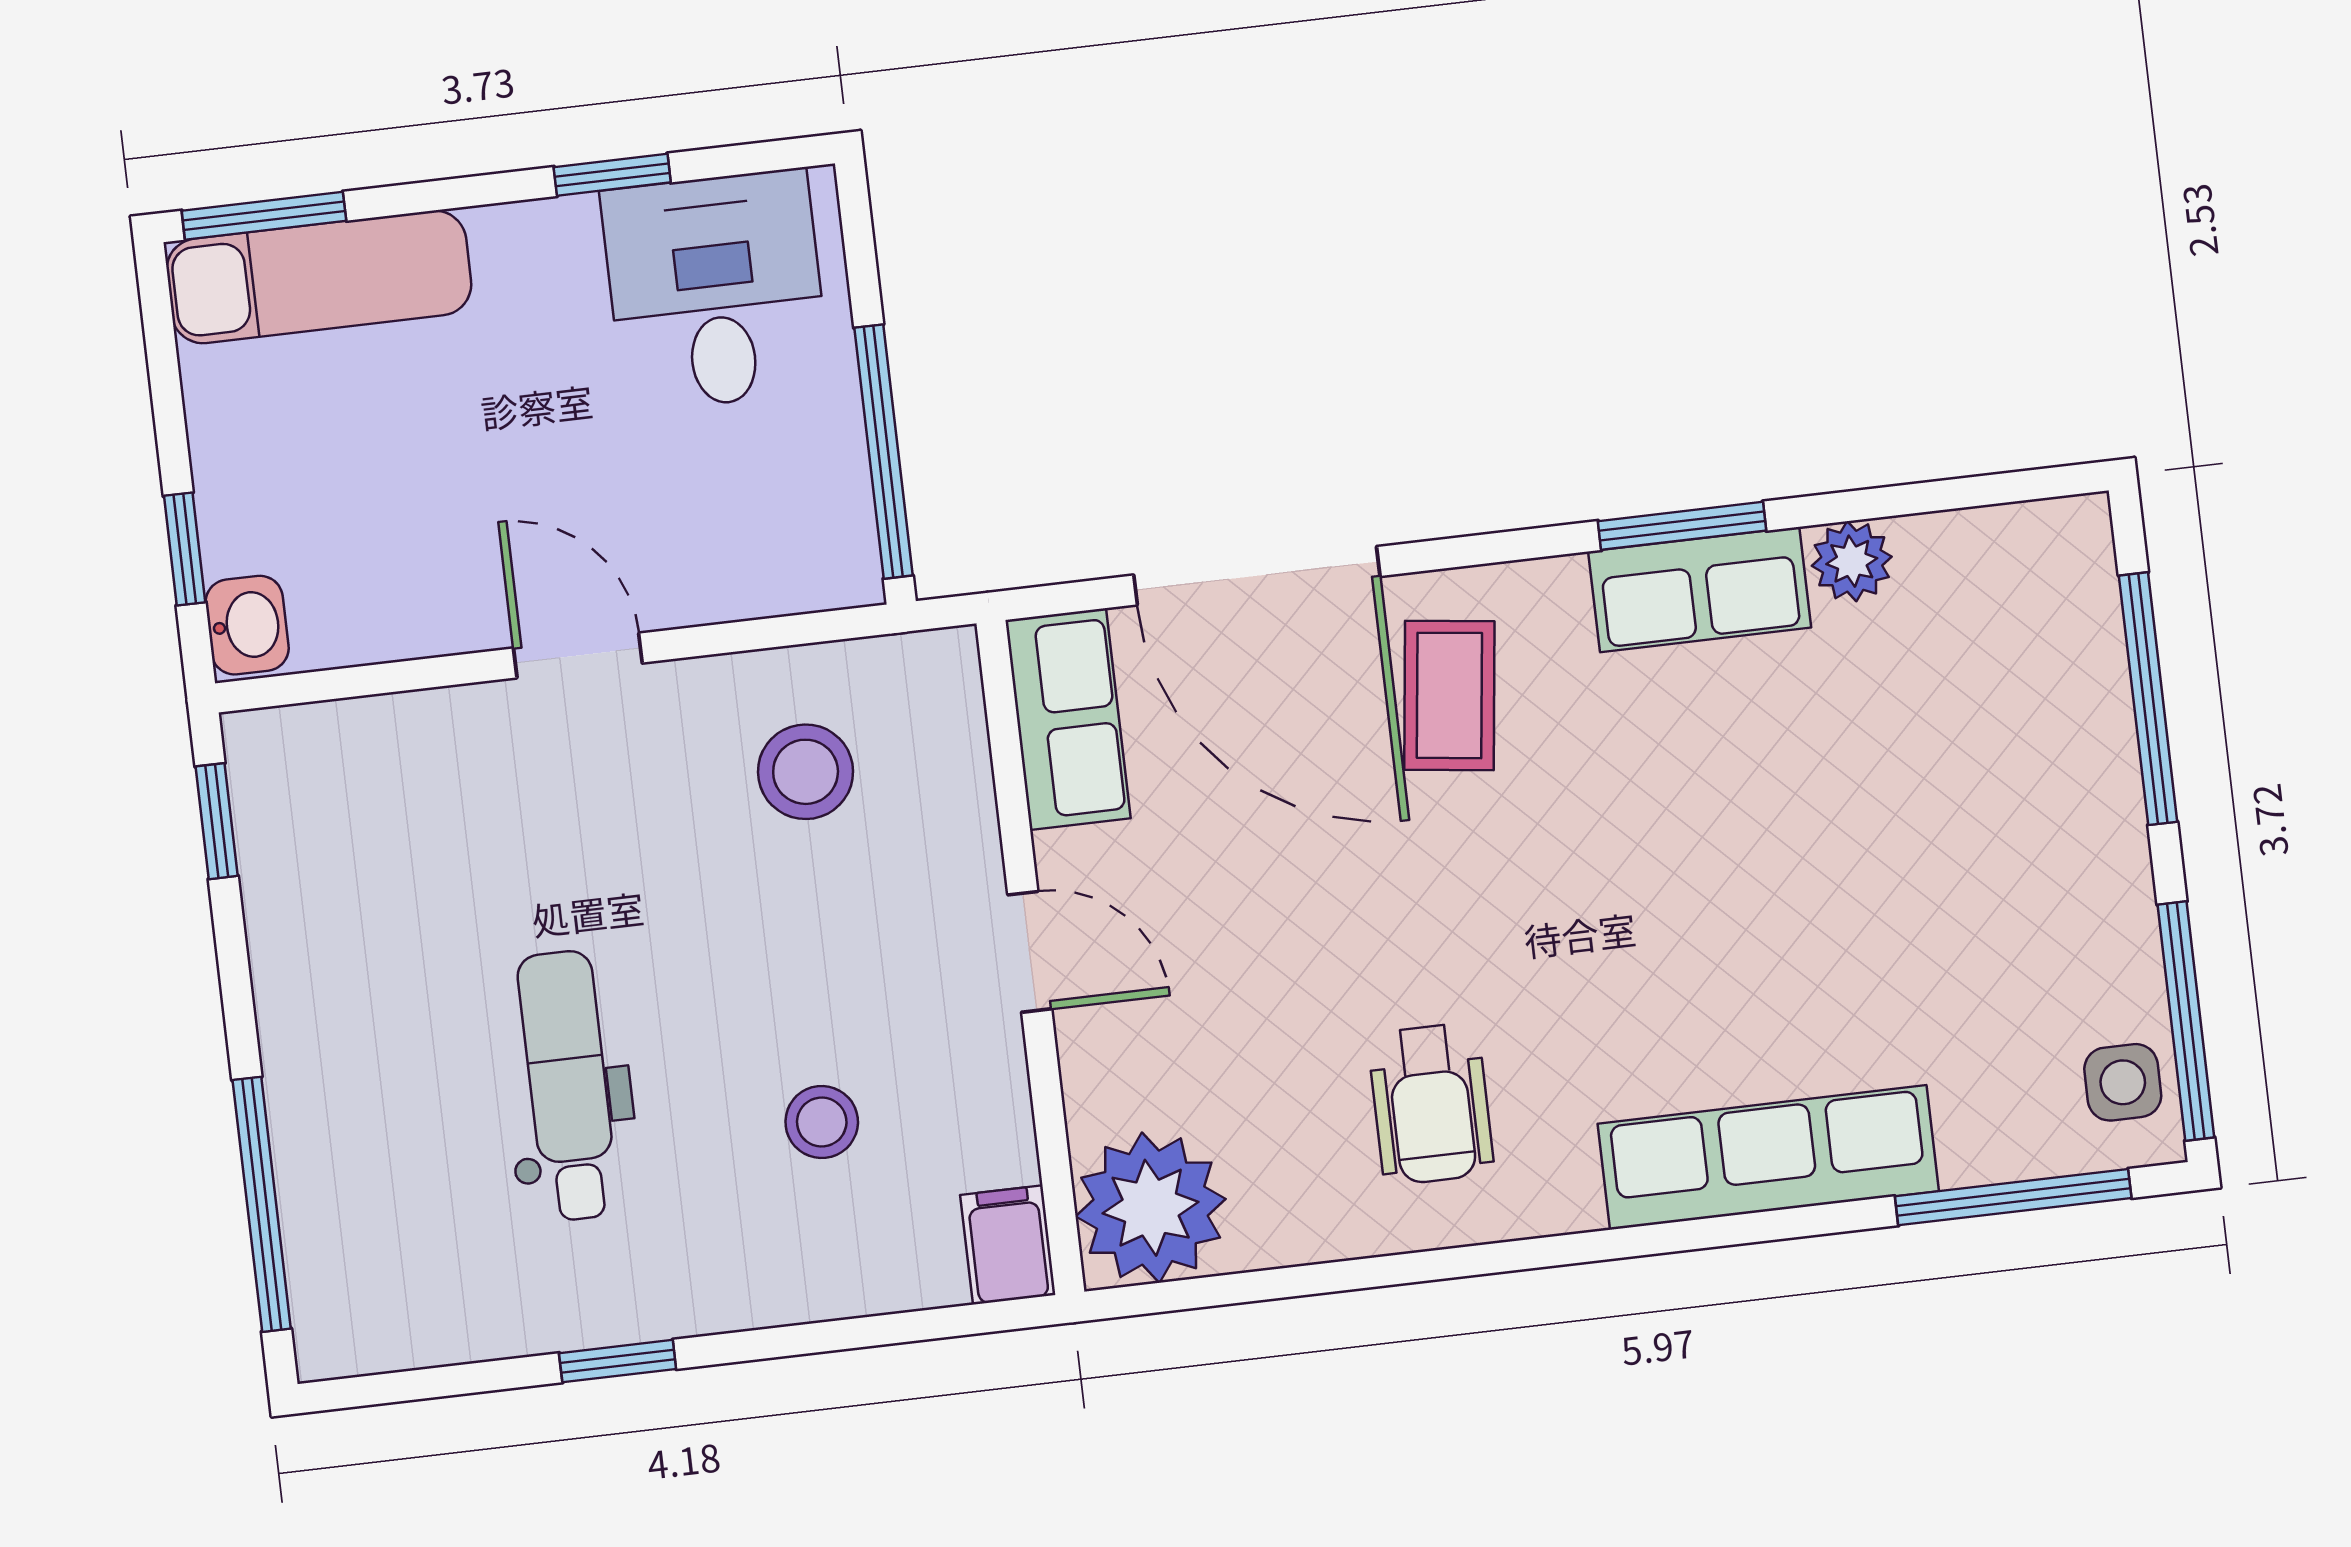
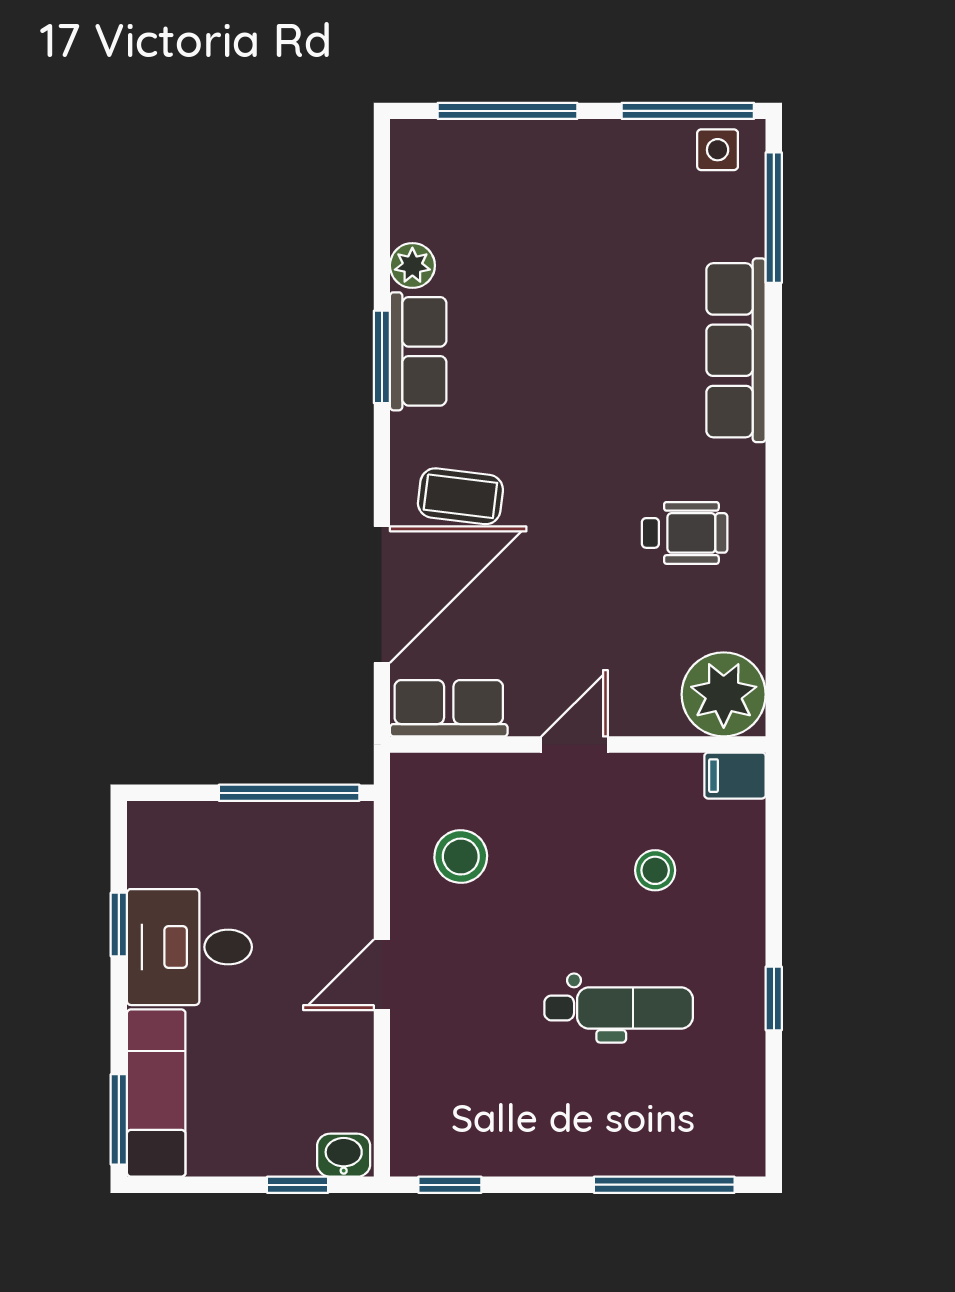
desk: (716, 291) -> (189, 947), moved
dental chair: (568, 1086) -> (619, 1008), turned 180

